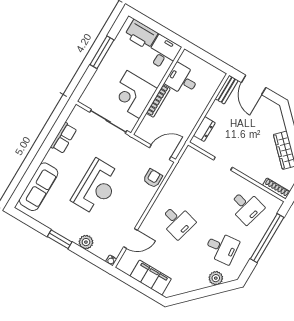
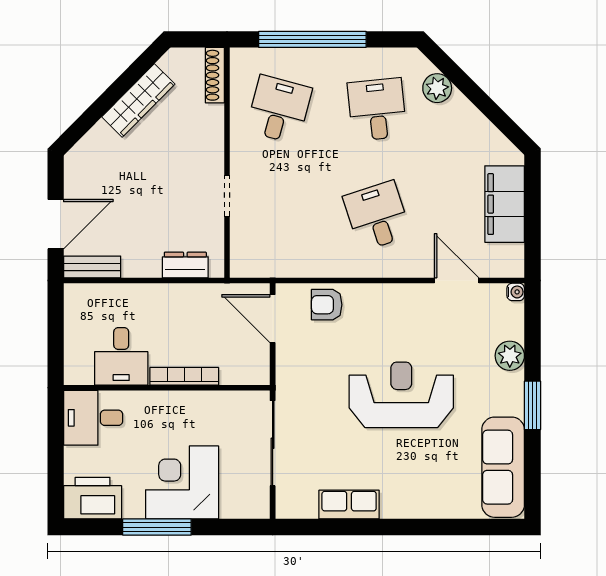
printer: (141, 34) -> (93, 498), moved, turned -90
corner desk: (133, 95) -> (182, 482), moved, turned 180
sofa: (39, 187) -> (503, 467), moved, turned -90
desk: (177, 221) -> (377, 216), turned -33

